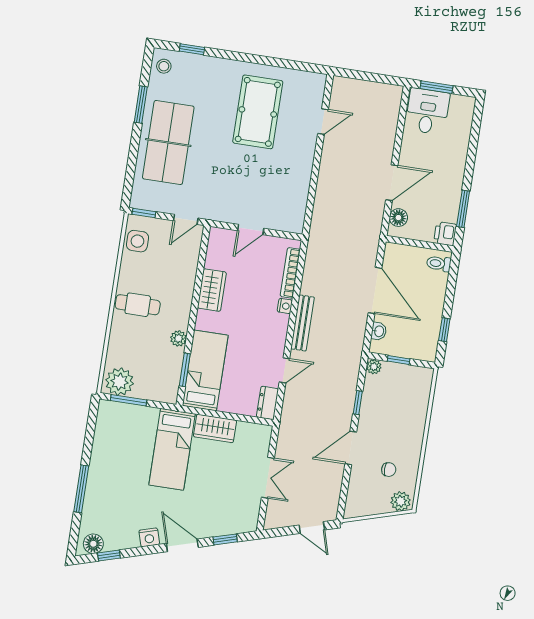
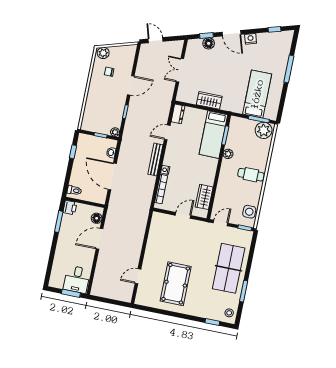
wardrobe: (212, 290) -> (204, 197), moved
bed: (172, 449) -> (257, 94), moved
floor lamp: (93, 544) -> (209, 43), moved

